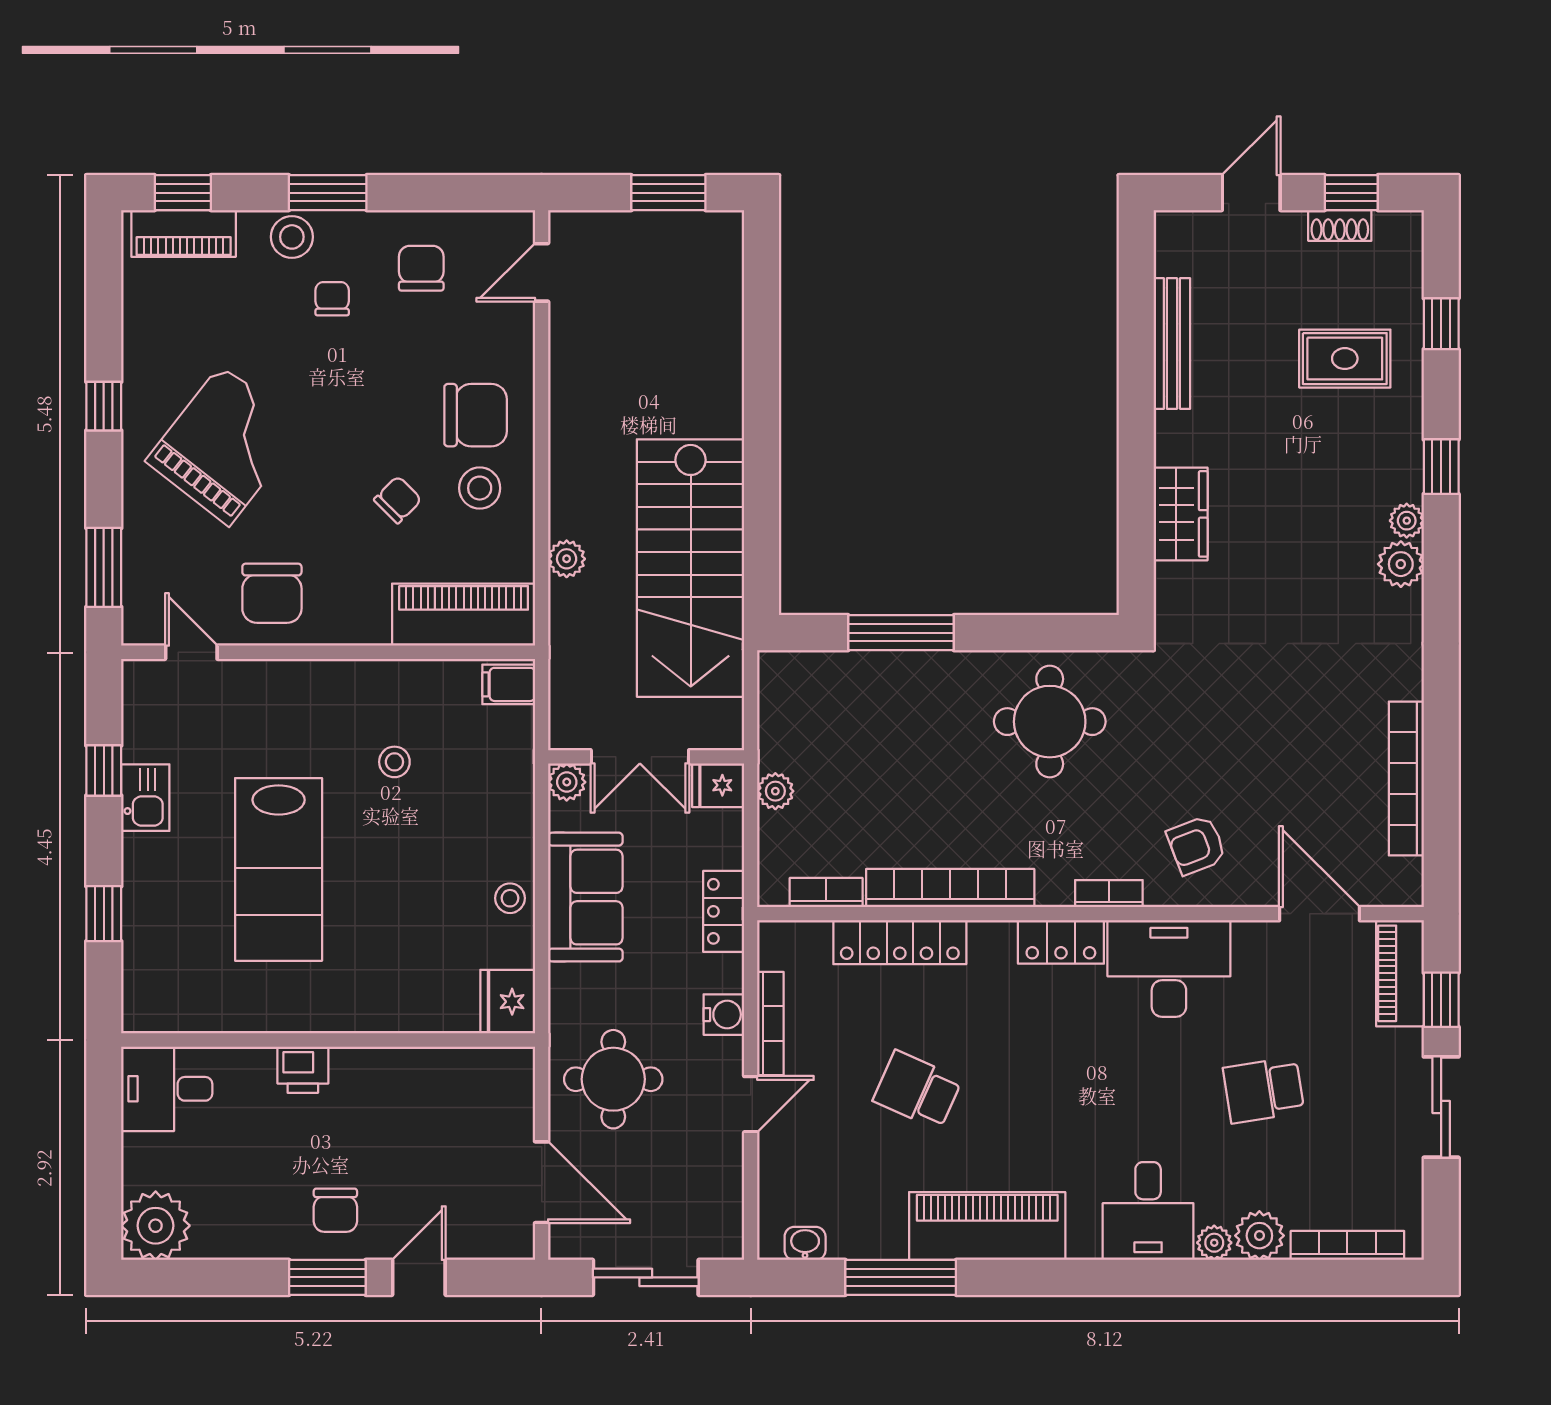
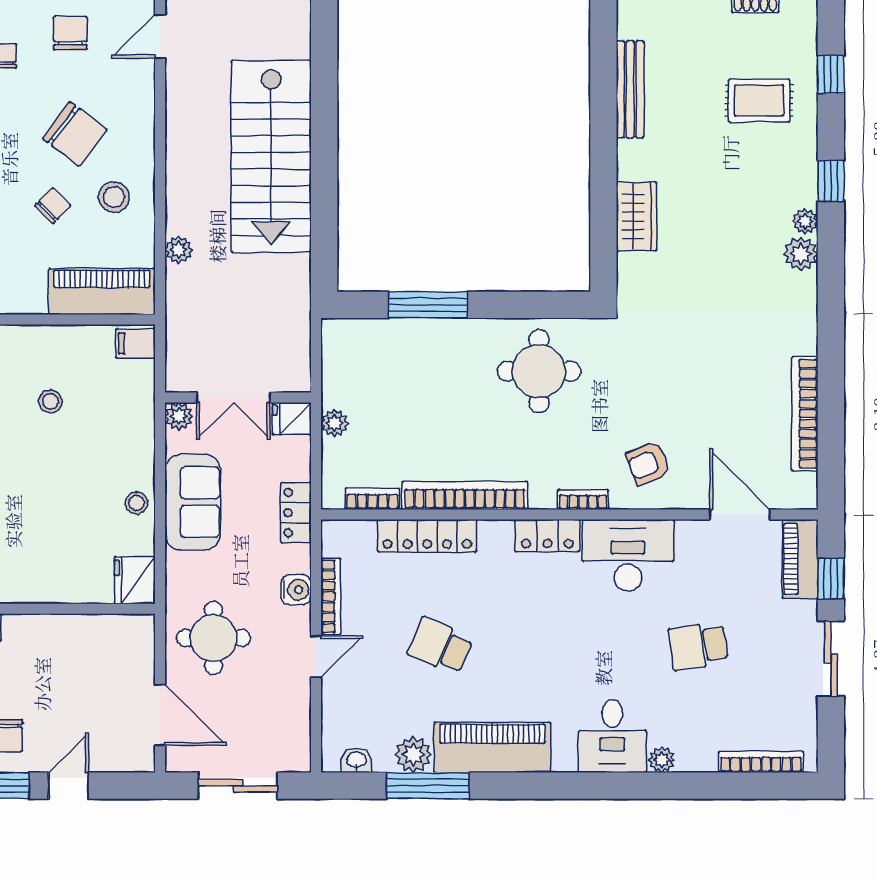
chair: (476, 415) -> (75, 134), moved, turned 37
stairs: (691, 568) -> (271, 156), moved
plant: (1259, 1236) -> (413, 754), moved

